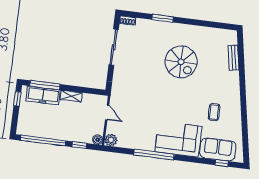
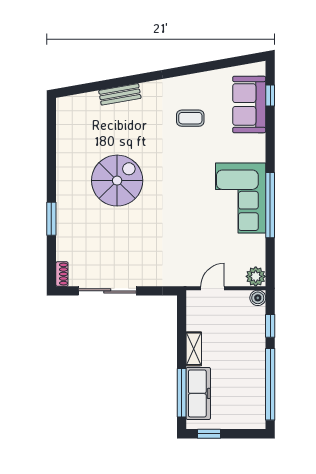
bench: (234, 58) -> (120, 94), moved
corner sofa: (178, 139) -> (241, 198), moved

